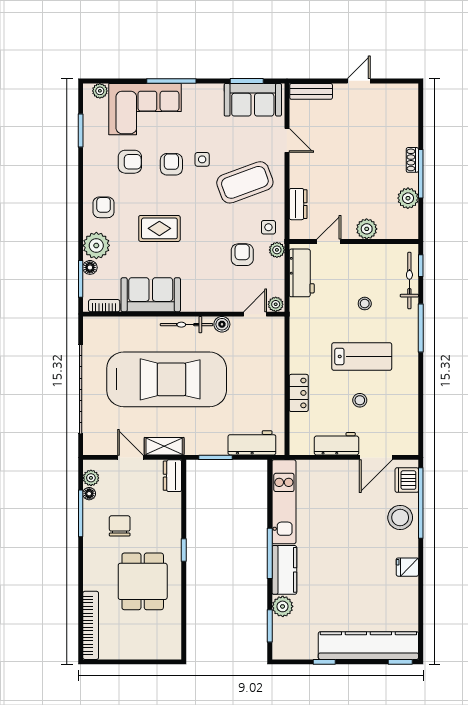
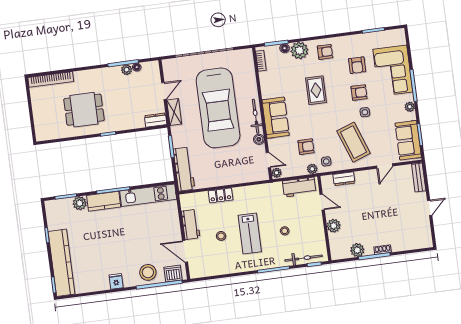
door: (359, 81) -> (430, 208), hinge flipped
plant: (100, 91) -> (410, 107), moved
sofa: (151, 295) -> (276, 118), moved
workbench: (252, 443) -> (184, 169), width x1.38
plant: (91, 478) -> (127, 70), moved
chair: (120, 526) -> (118, 90), removed

